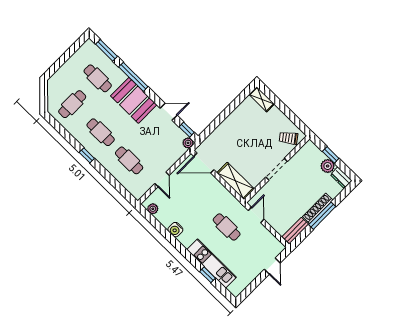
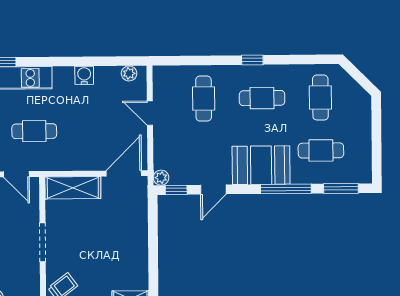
cafe table: (129, 160) -> (204, 99), turned 90

